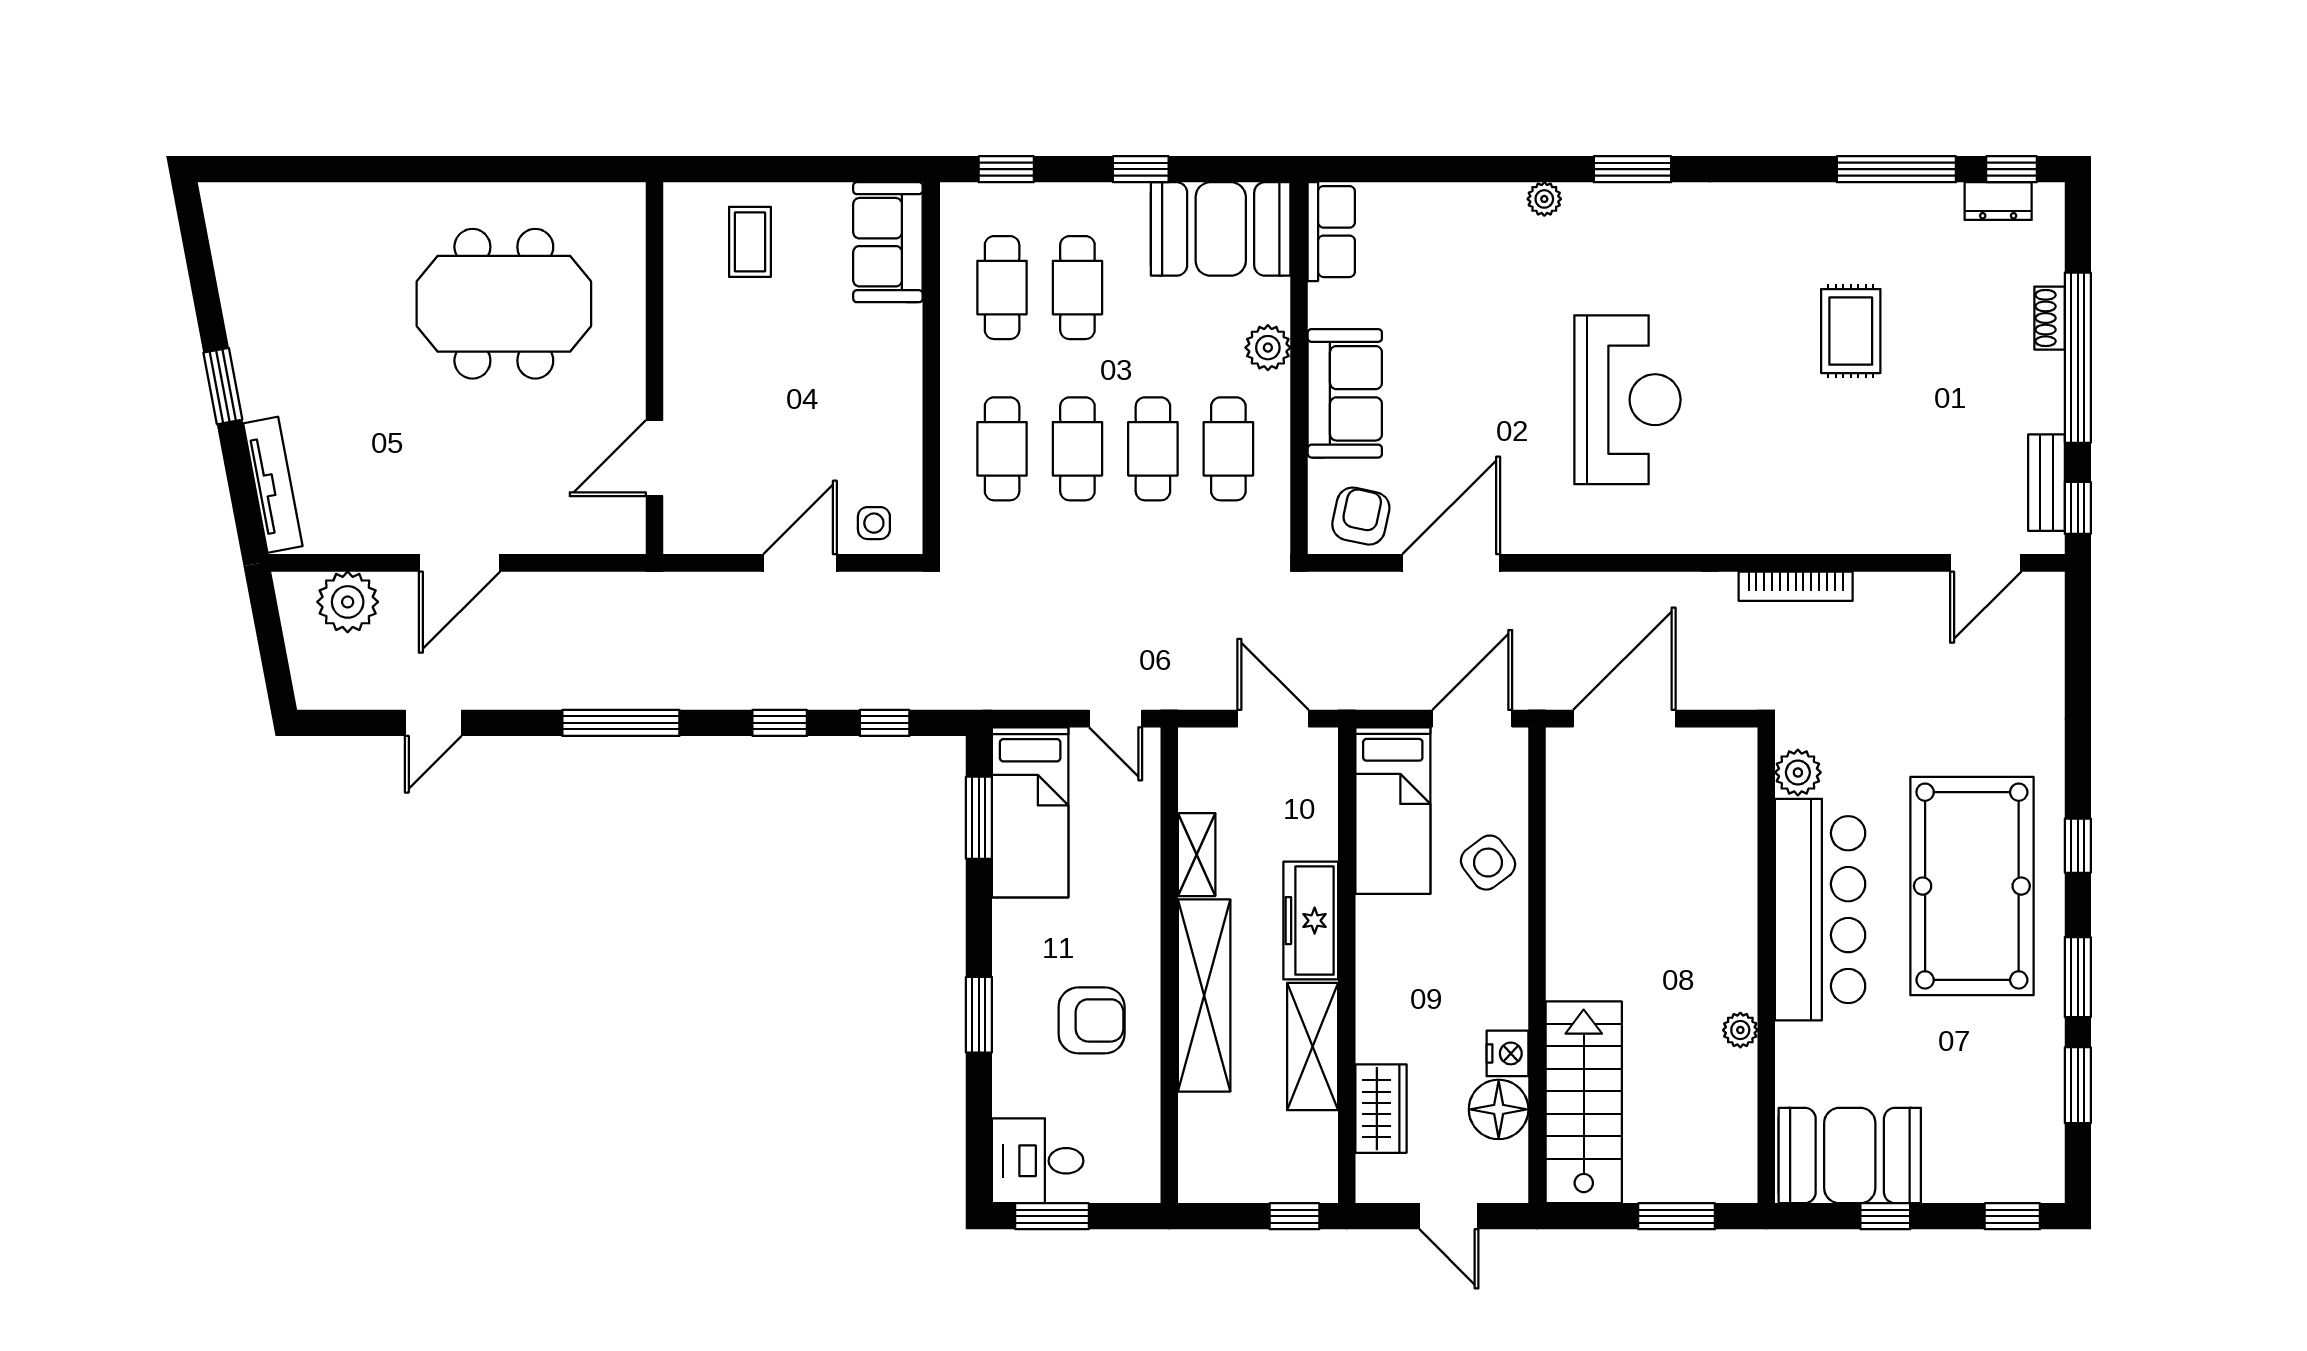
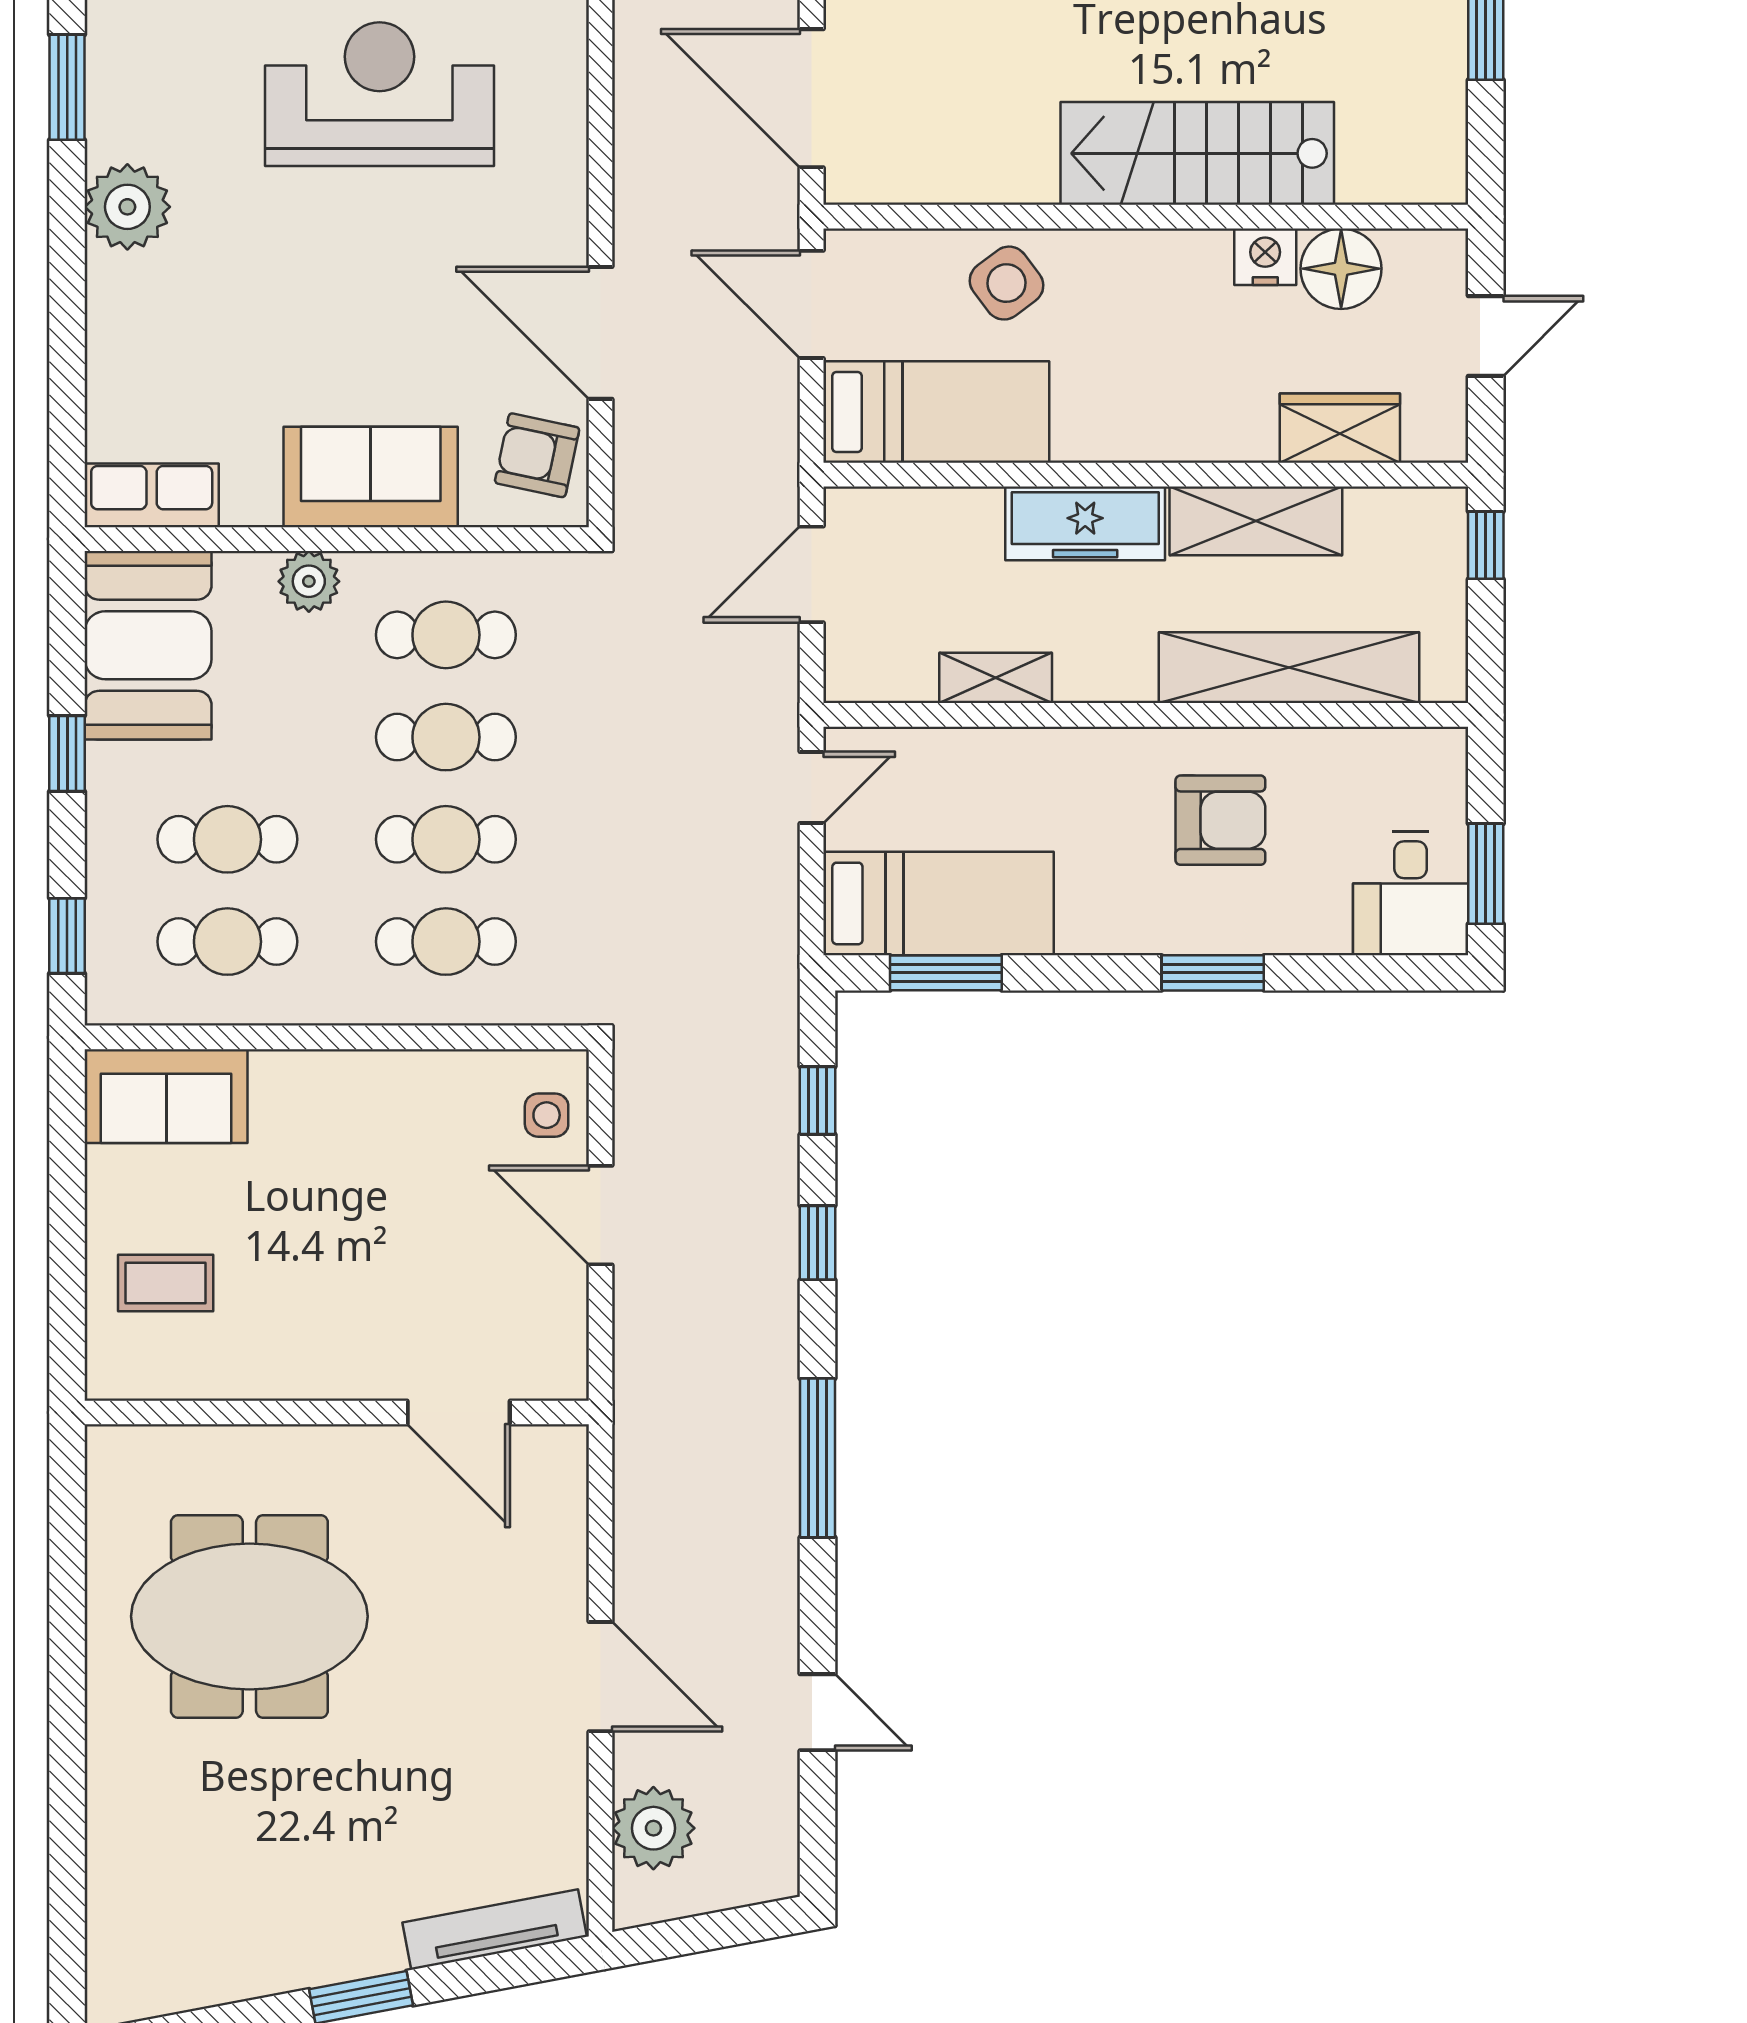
plant: (1544, 199) -> (127, 207), width x1.87, depth x1.87
meeting table: (504, 304) -> (249, 1616), turned 90
shelving: (1204, 996) -> (1289, 668), moved
armchair: (1092, 1020) -> (1220, 820), turned 90
stairs: (1584, 1102) -> (1197, 153), moved

